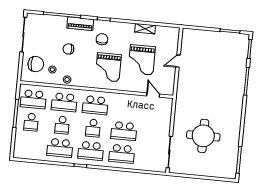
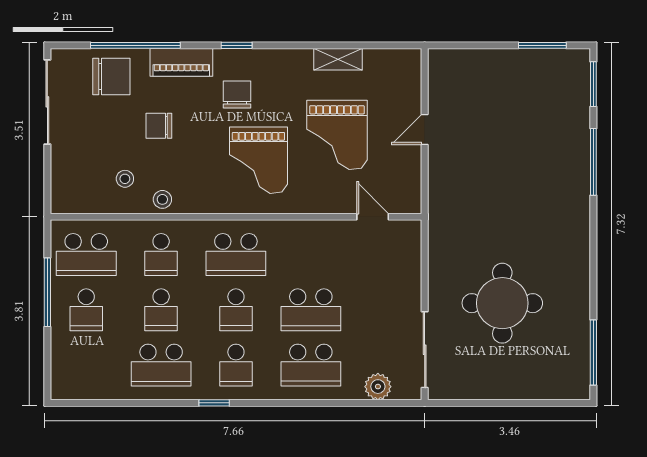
chair: (36, 64) -> (111, 77), moved
school desk: (64, 102) -> (161, 255), width x0.54
school desk: (91, 151) -> (236, 365), width x0.54
plant: (149, 165) -> (378, 387), added

